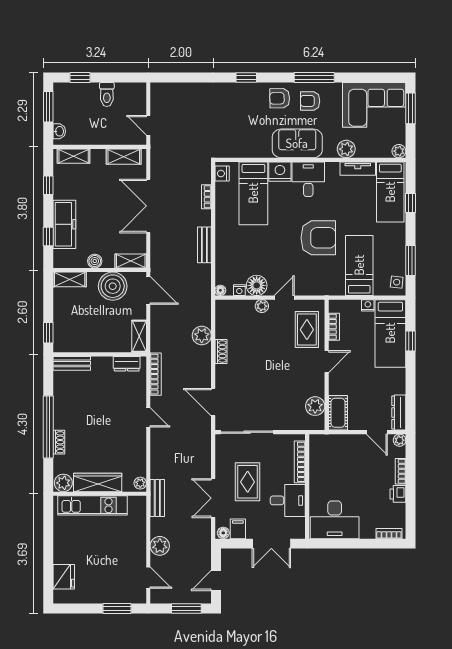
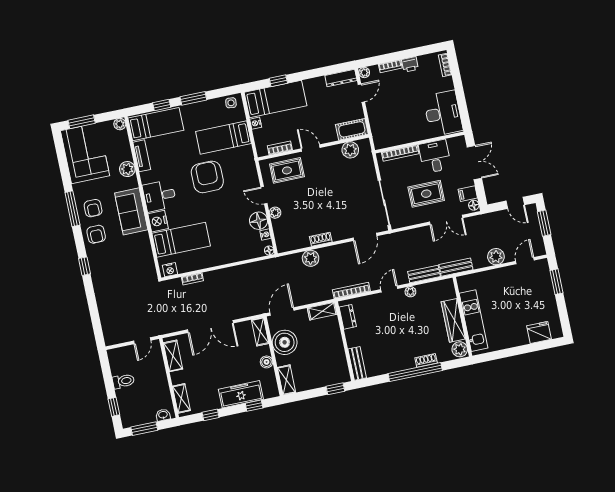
bench: (204, 245) -> (424, 274), moved
window: (411, 261) -> (193, 98), moved
plant: (140, 483) -> (410, 292), moved

